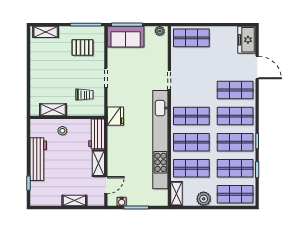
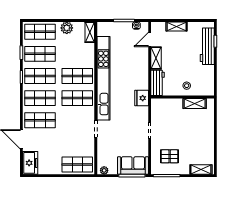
trolley: (84, 95) -> (168, 116), removed
workbench: (38, 159) -> (207, 46), moved
shop shelf: (191, 168) -> (77, 54), removed

